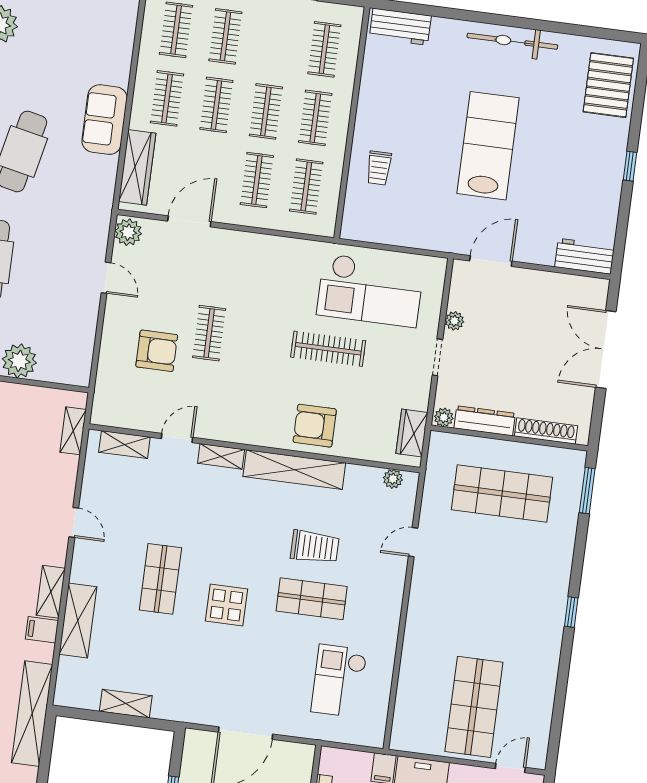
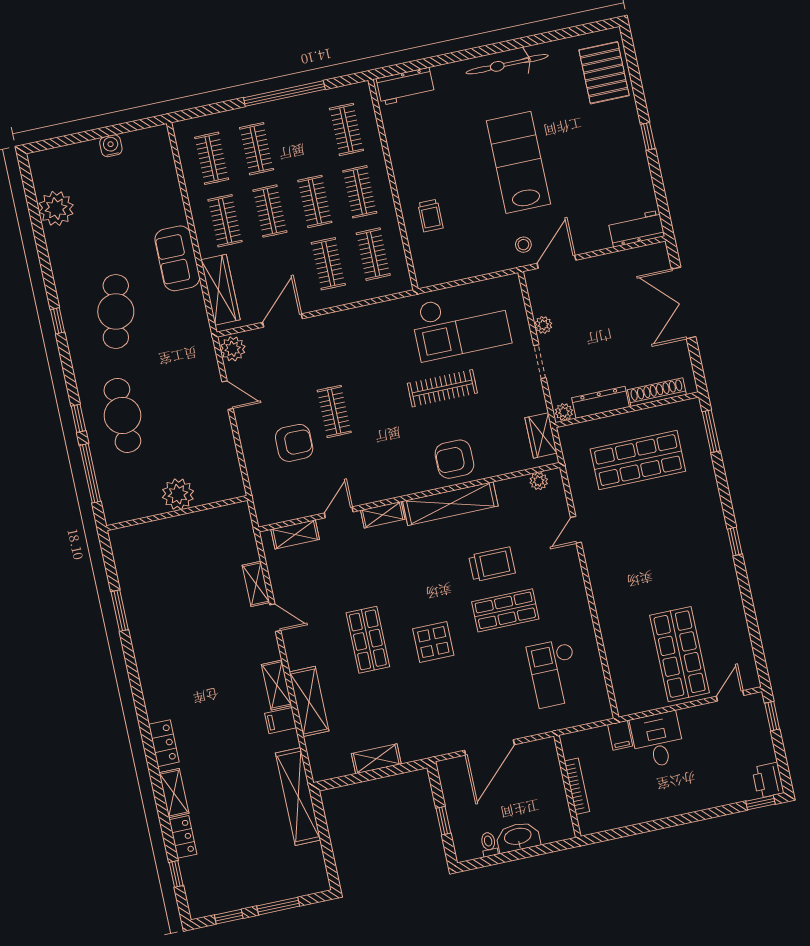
stool: (463, 231) -> (523, 245), added
shelving: (73, 431) -> (256, 584), moved

